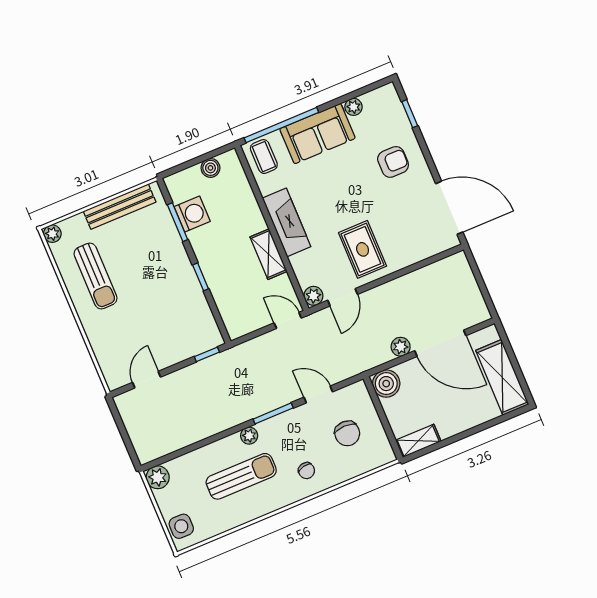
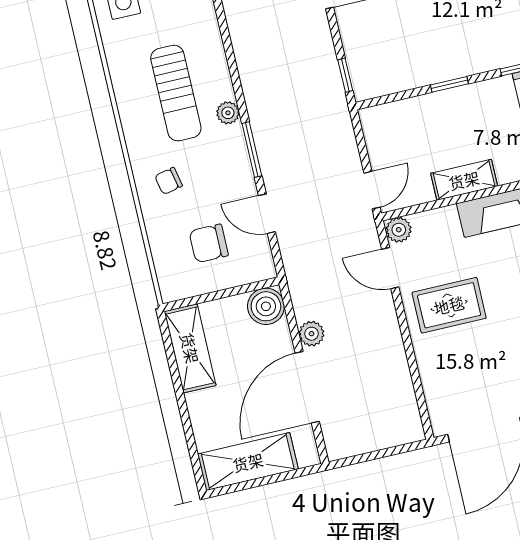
door: (318, 394) -> (267, 214), swing flipped
shelving: (418, 441) -> (190, 348), width x1.50, depth x1.33

